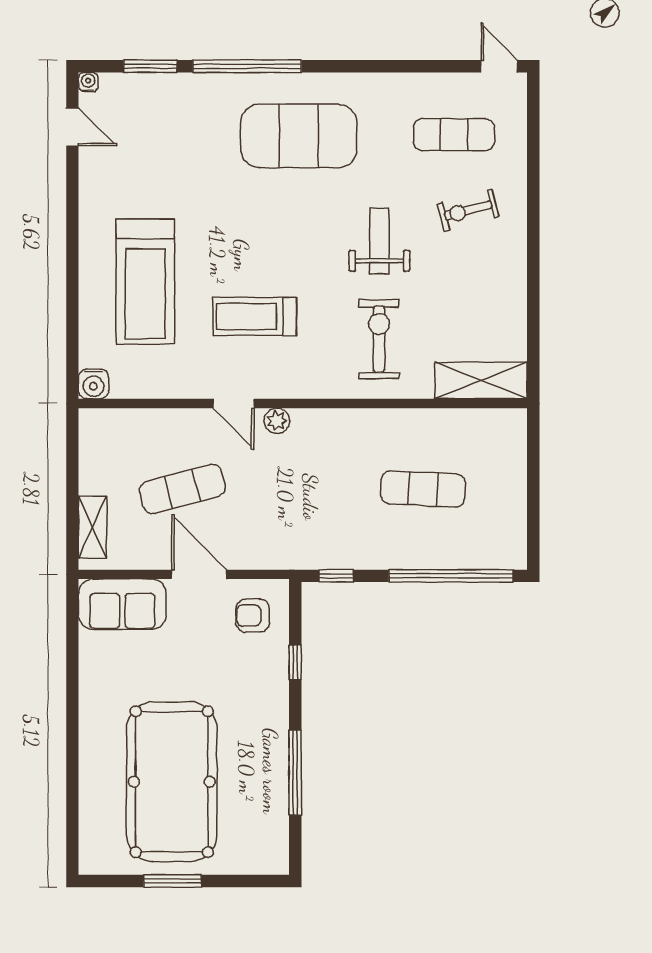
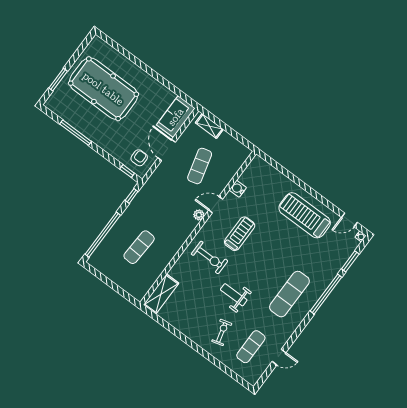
door: (499, 66) -> (279, 357), moved
exercise mat: (299, 136) -> (289, 294), width x0.68
weight bench: (379, 241) -> (234, 295), turned 180
treadmill: (145, 281) -> (305, 215), moved
exercise bike: (379, 339) -> (209, 257), moved
water cooler: (93, 384) -> (238, 189), moved
door: (199, 574) -> (167, 150), swing flipped
window: (295, 662) -> (127, 171), moved
window: (172, 881) -> (58, 80), moved

